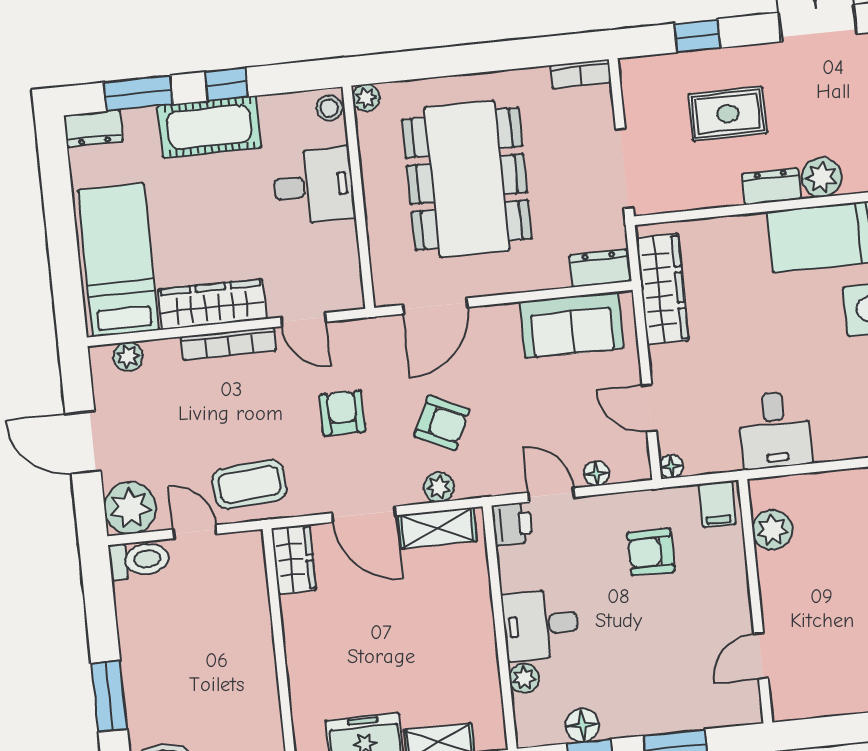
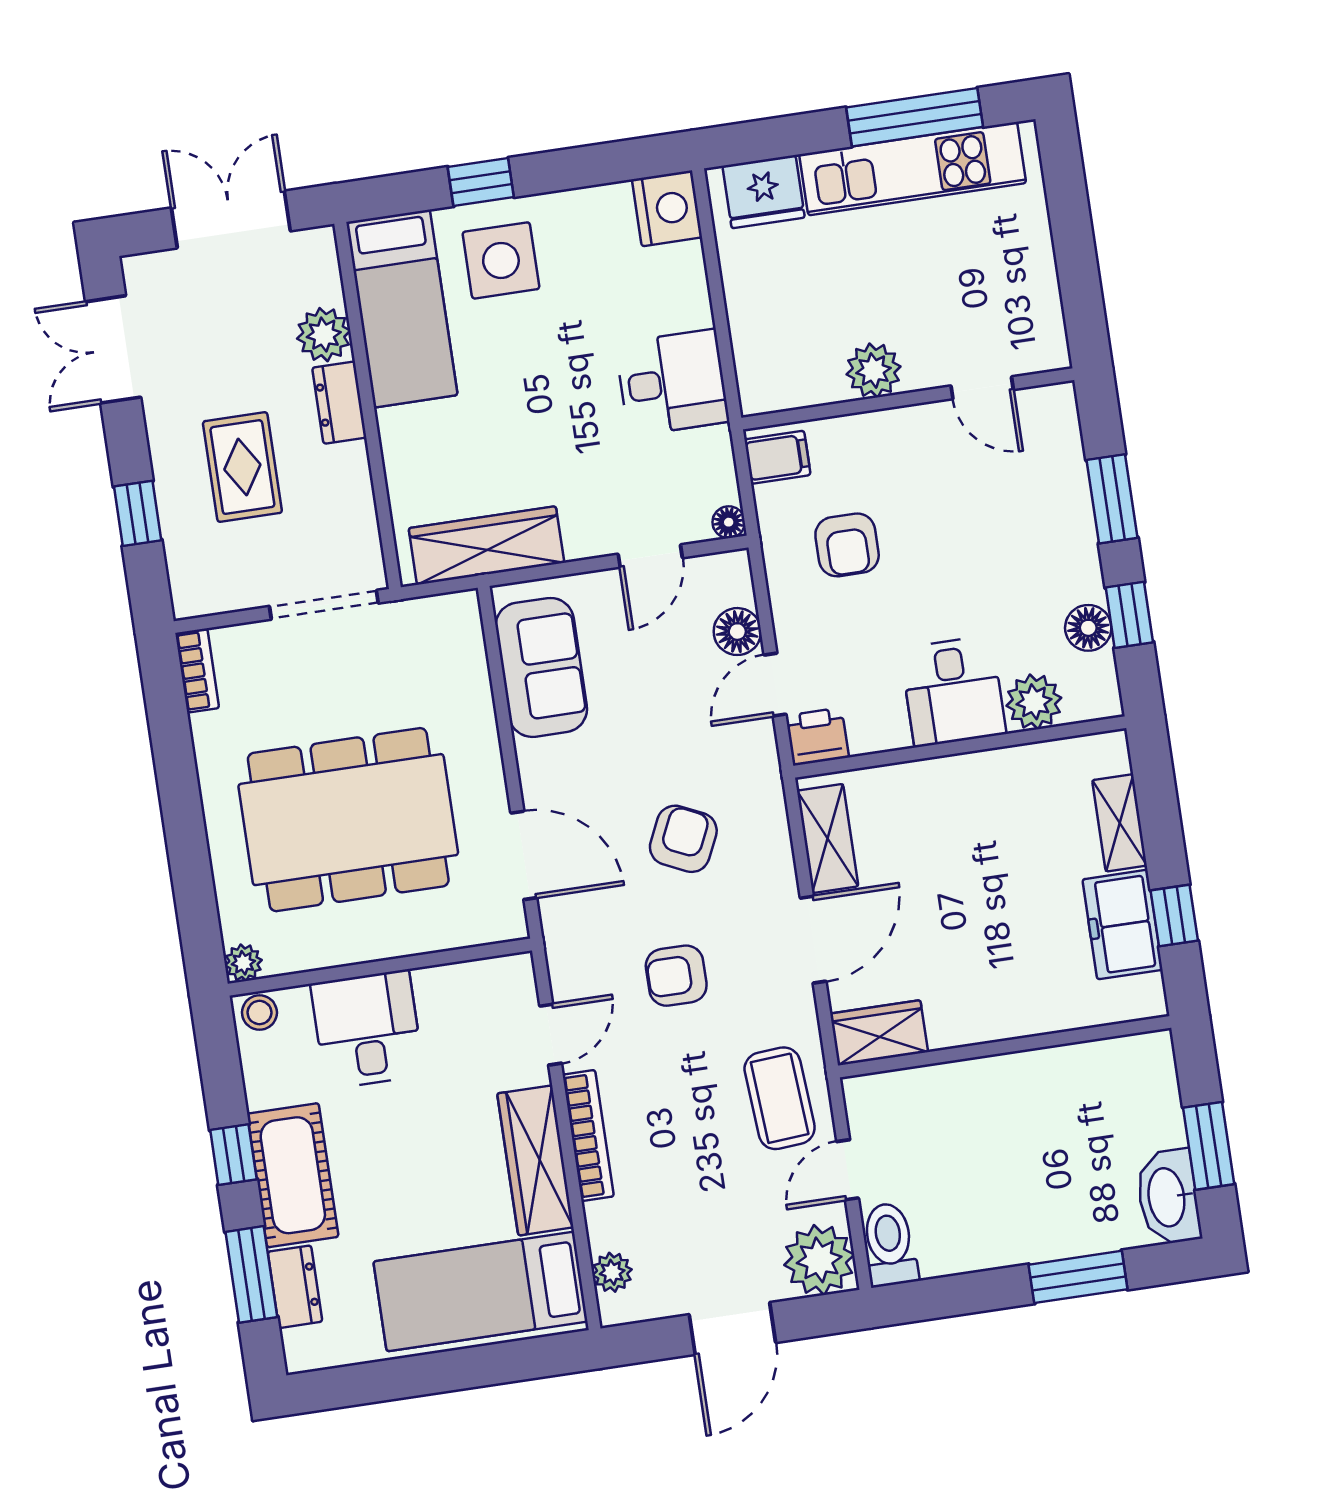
dresser: (93, 128) -> (295, 1287), moved
dresser: (600, 268) -> (462, 632), removed
floor lamp: (596, 473) -> (737, 632), width x1.37, depth x1.37
plant: (439, 487) -> (771, 839), removed
plant: (772, 530) -> (873, 370), moved
plant: (524, 678) -> (1034, 702), width x1.38, depth x1.38

